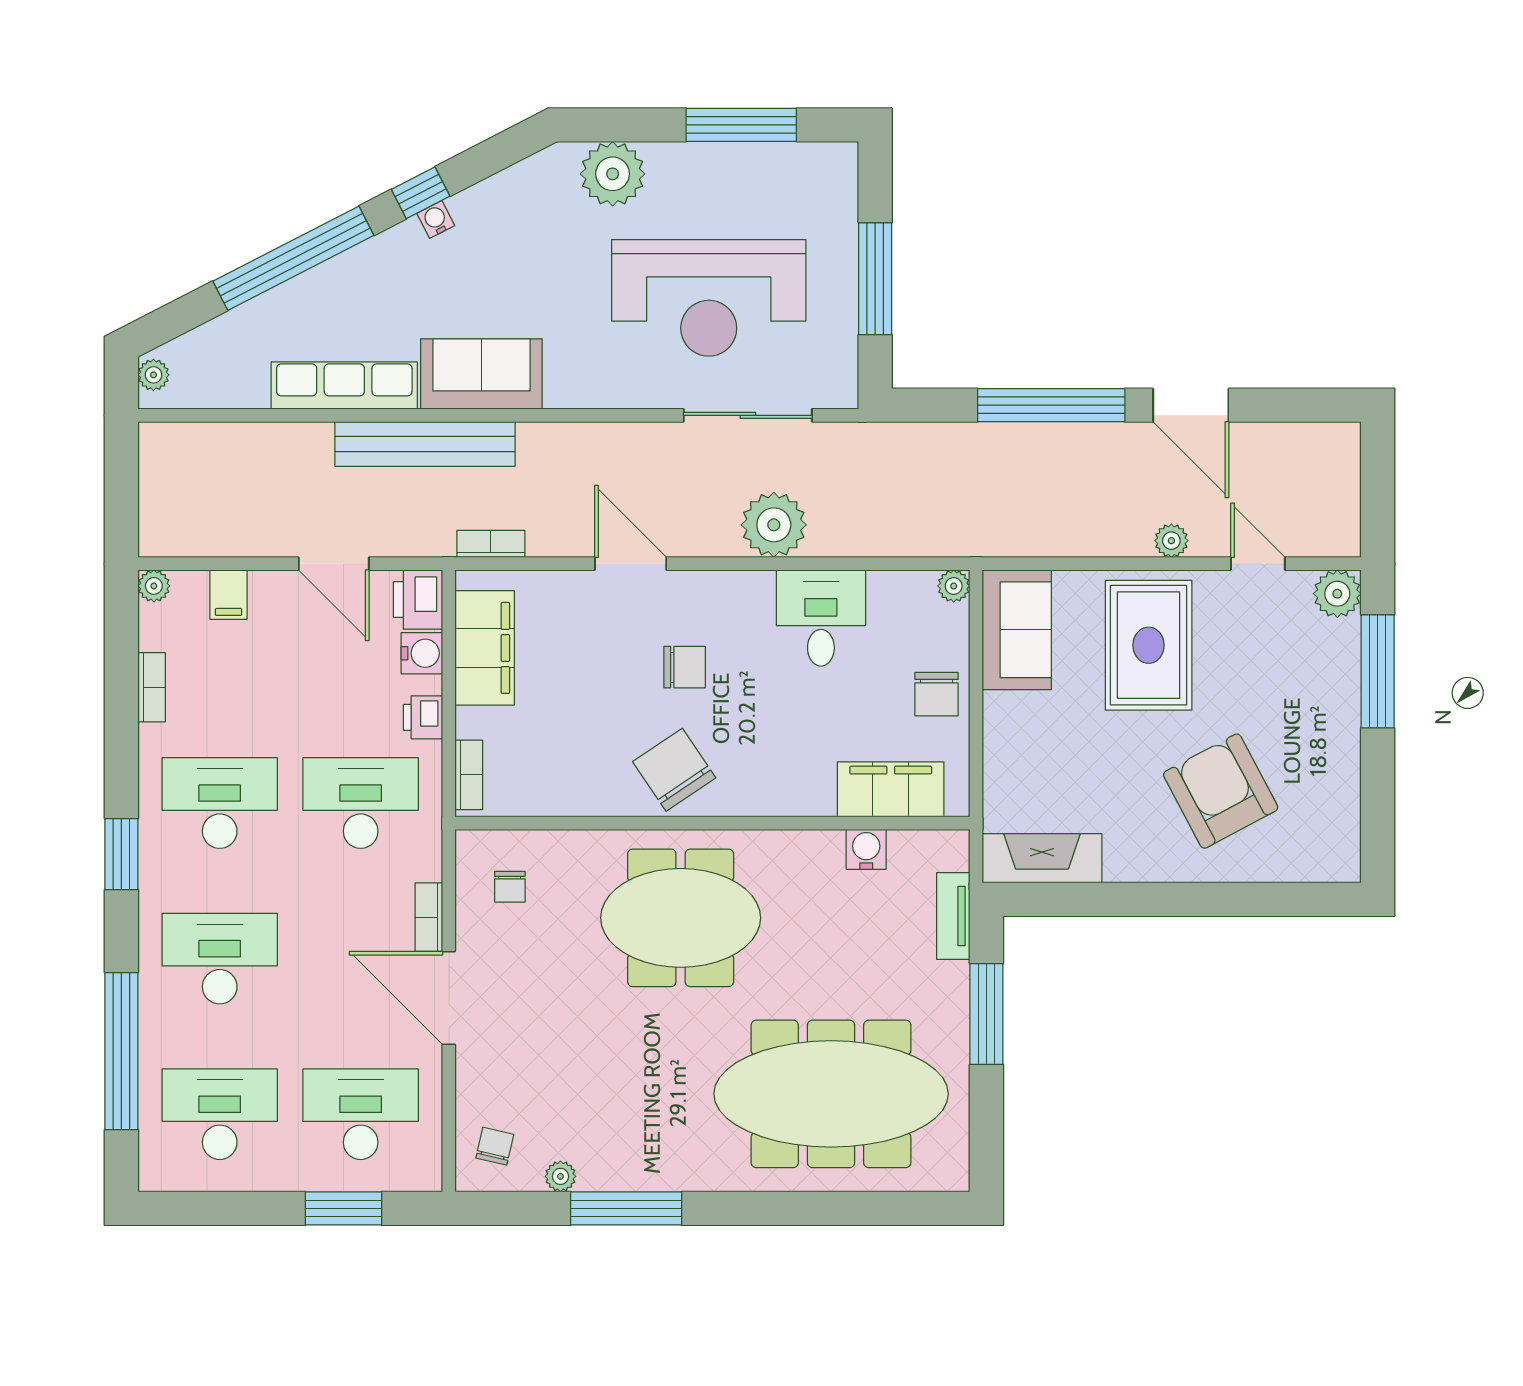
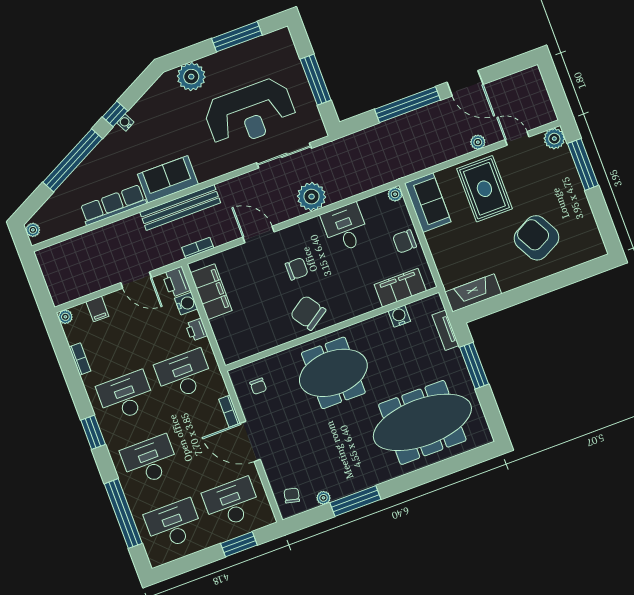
bench: (425, 444) -> (180, 207), moved
chair: (937, 694) -> (405, 241), turned 90
bookcase: (469, 775) -> (224, 346), removed

